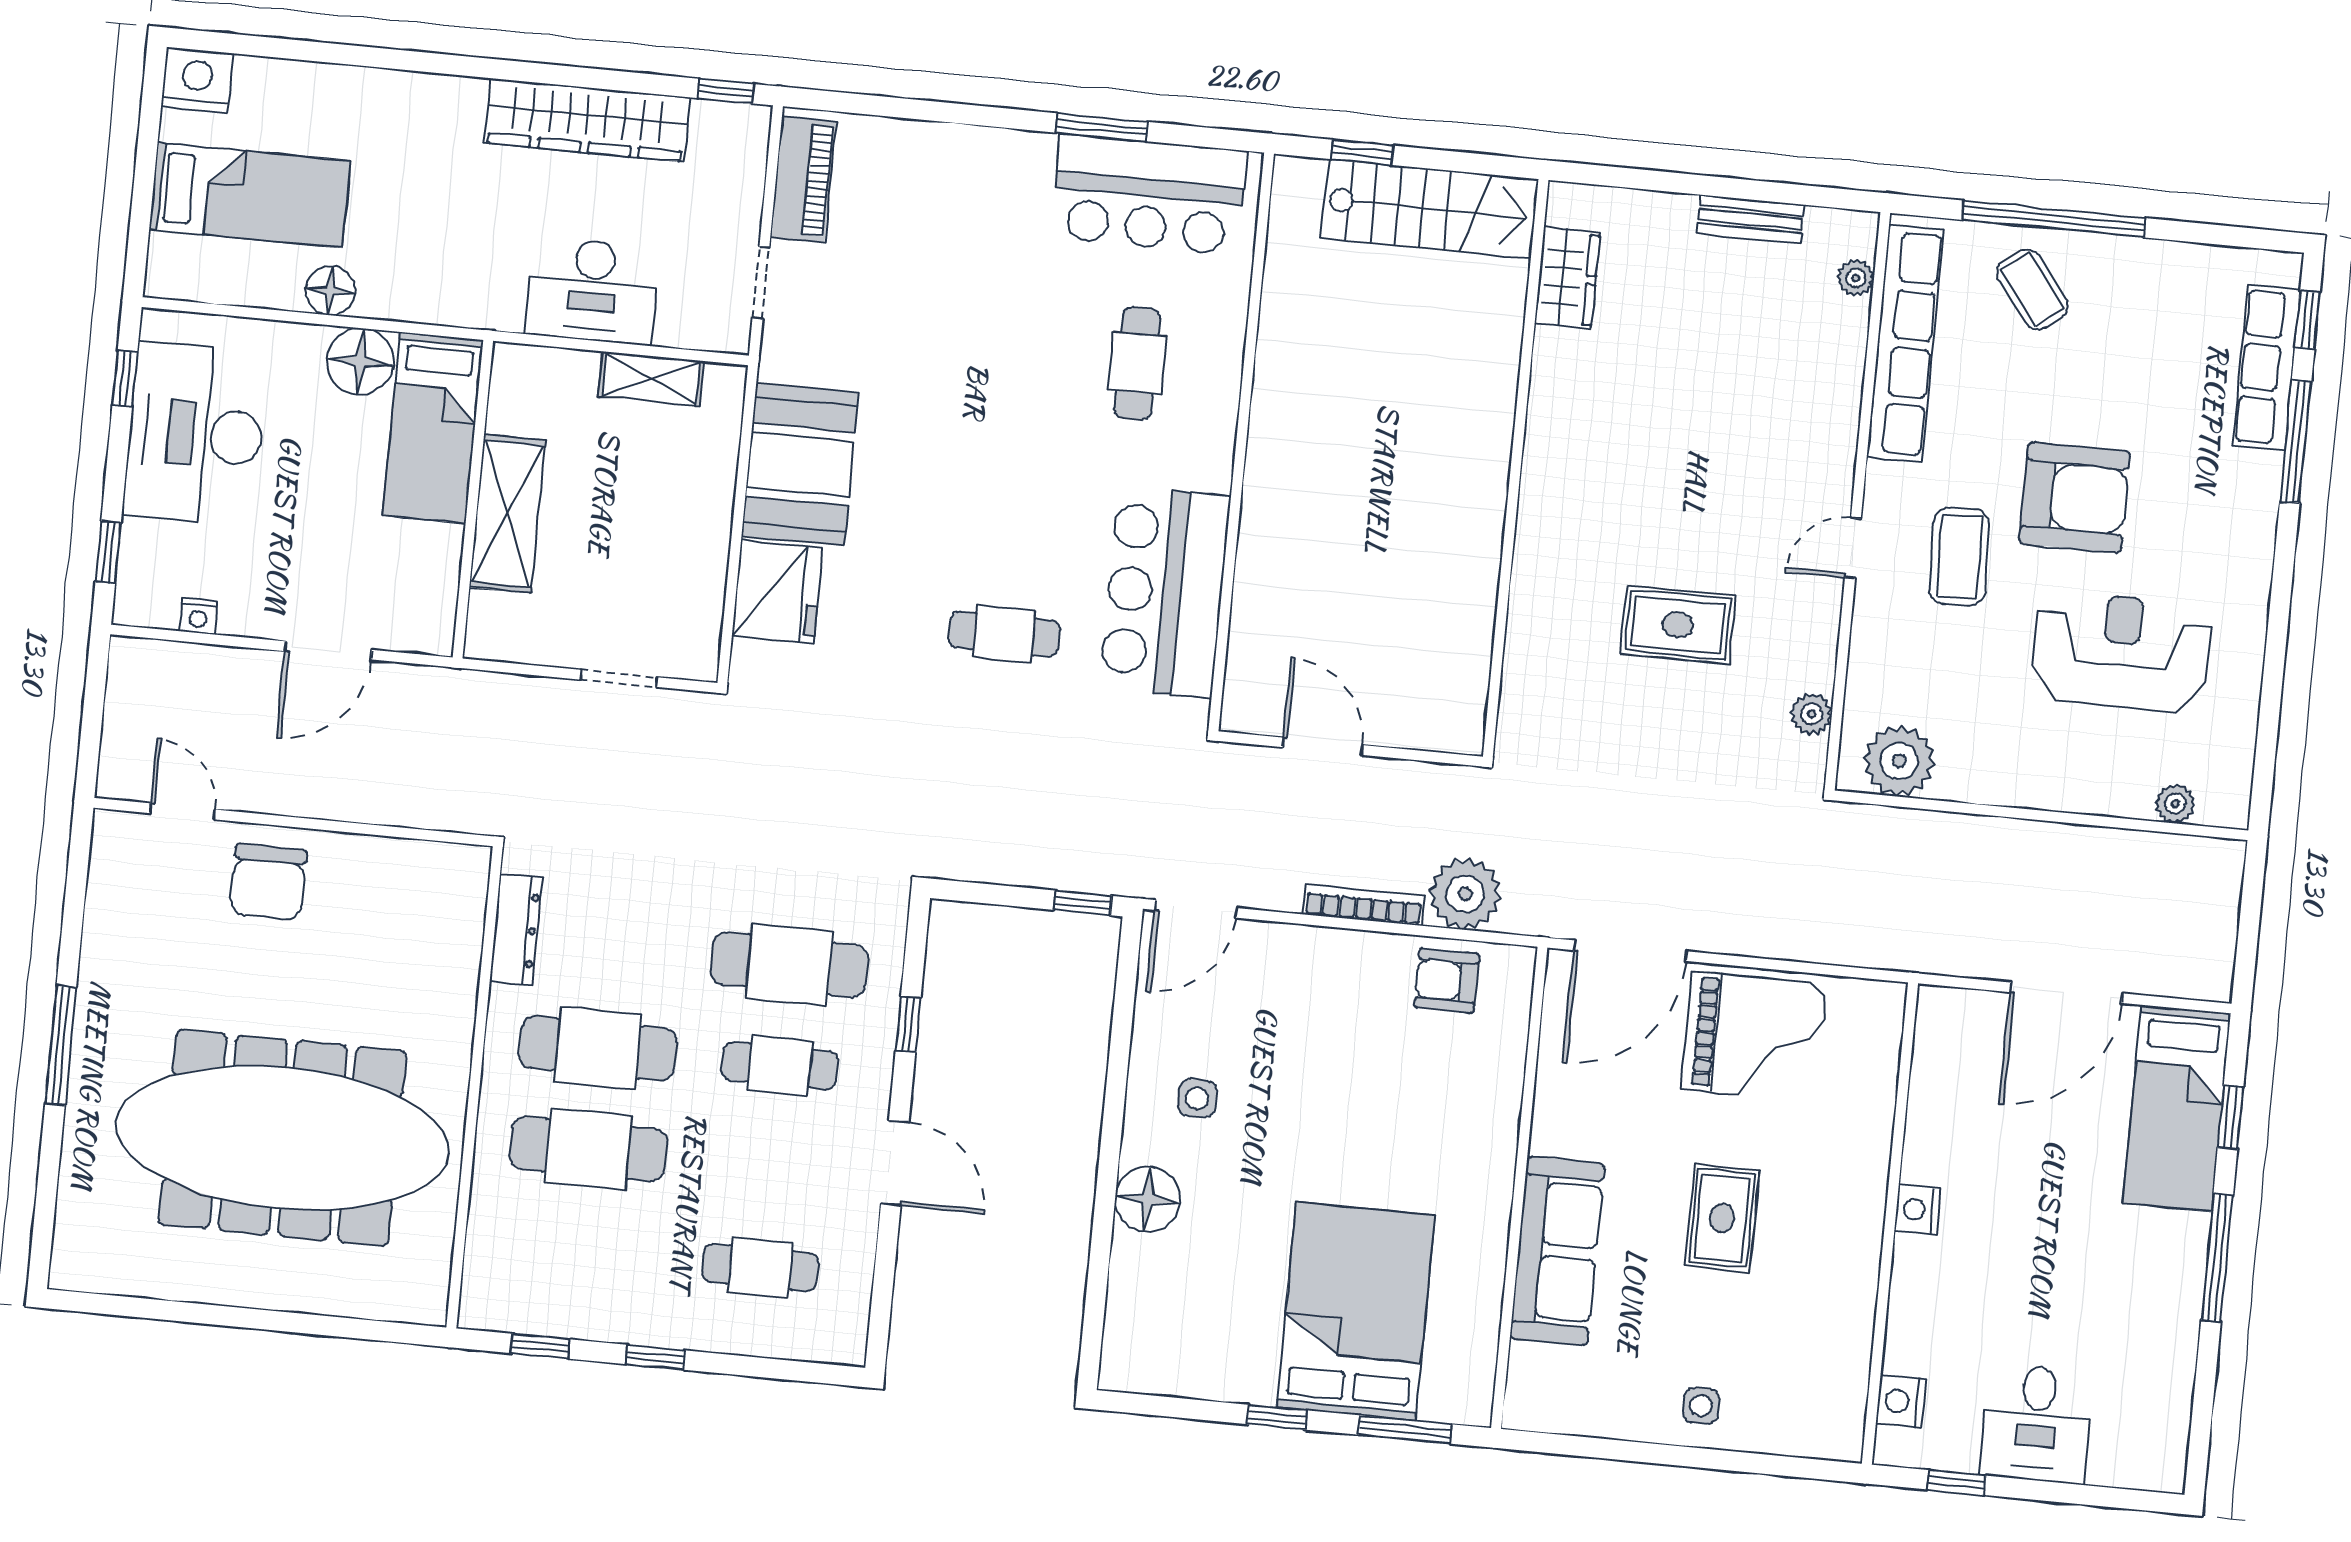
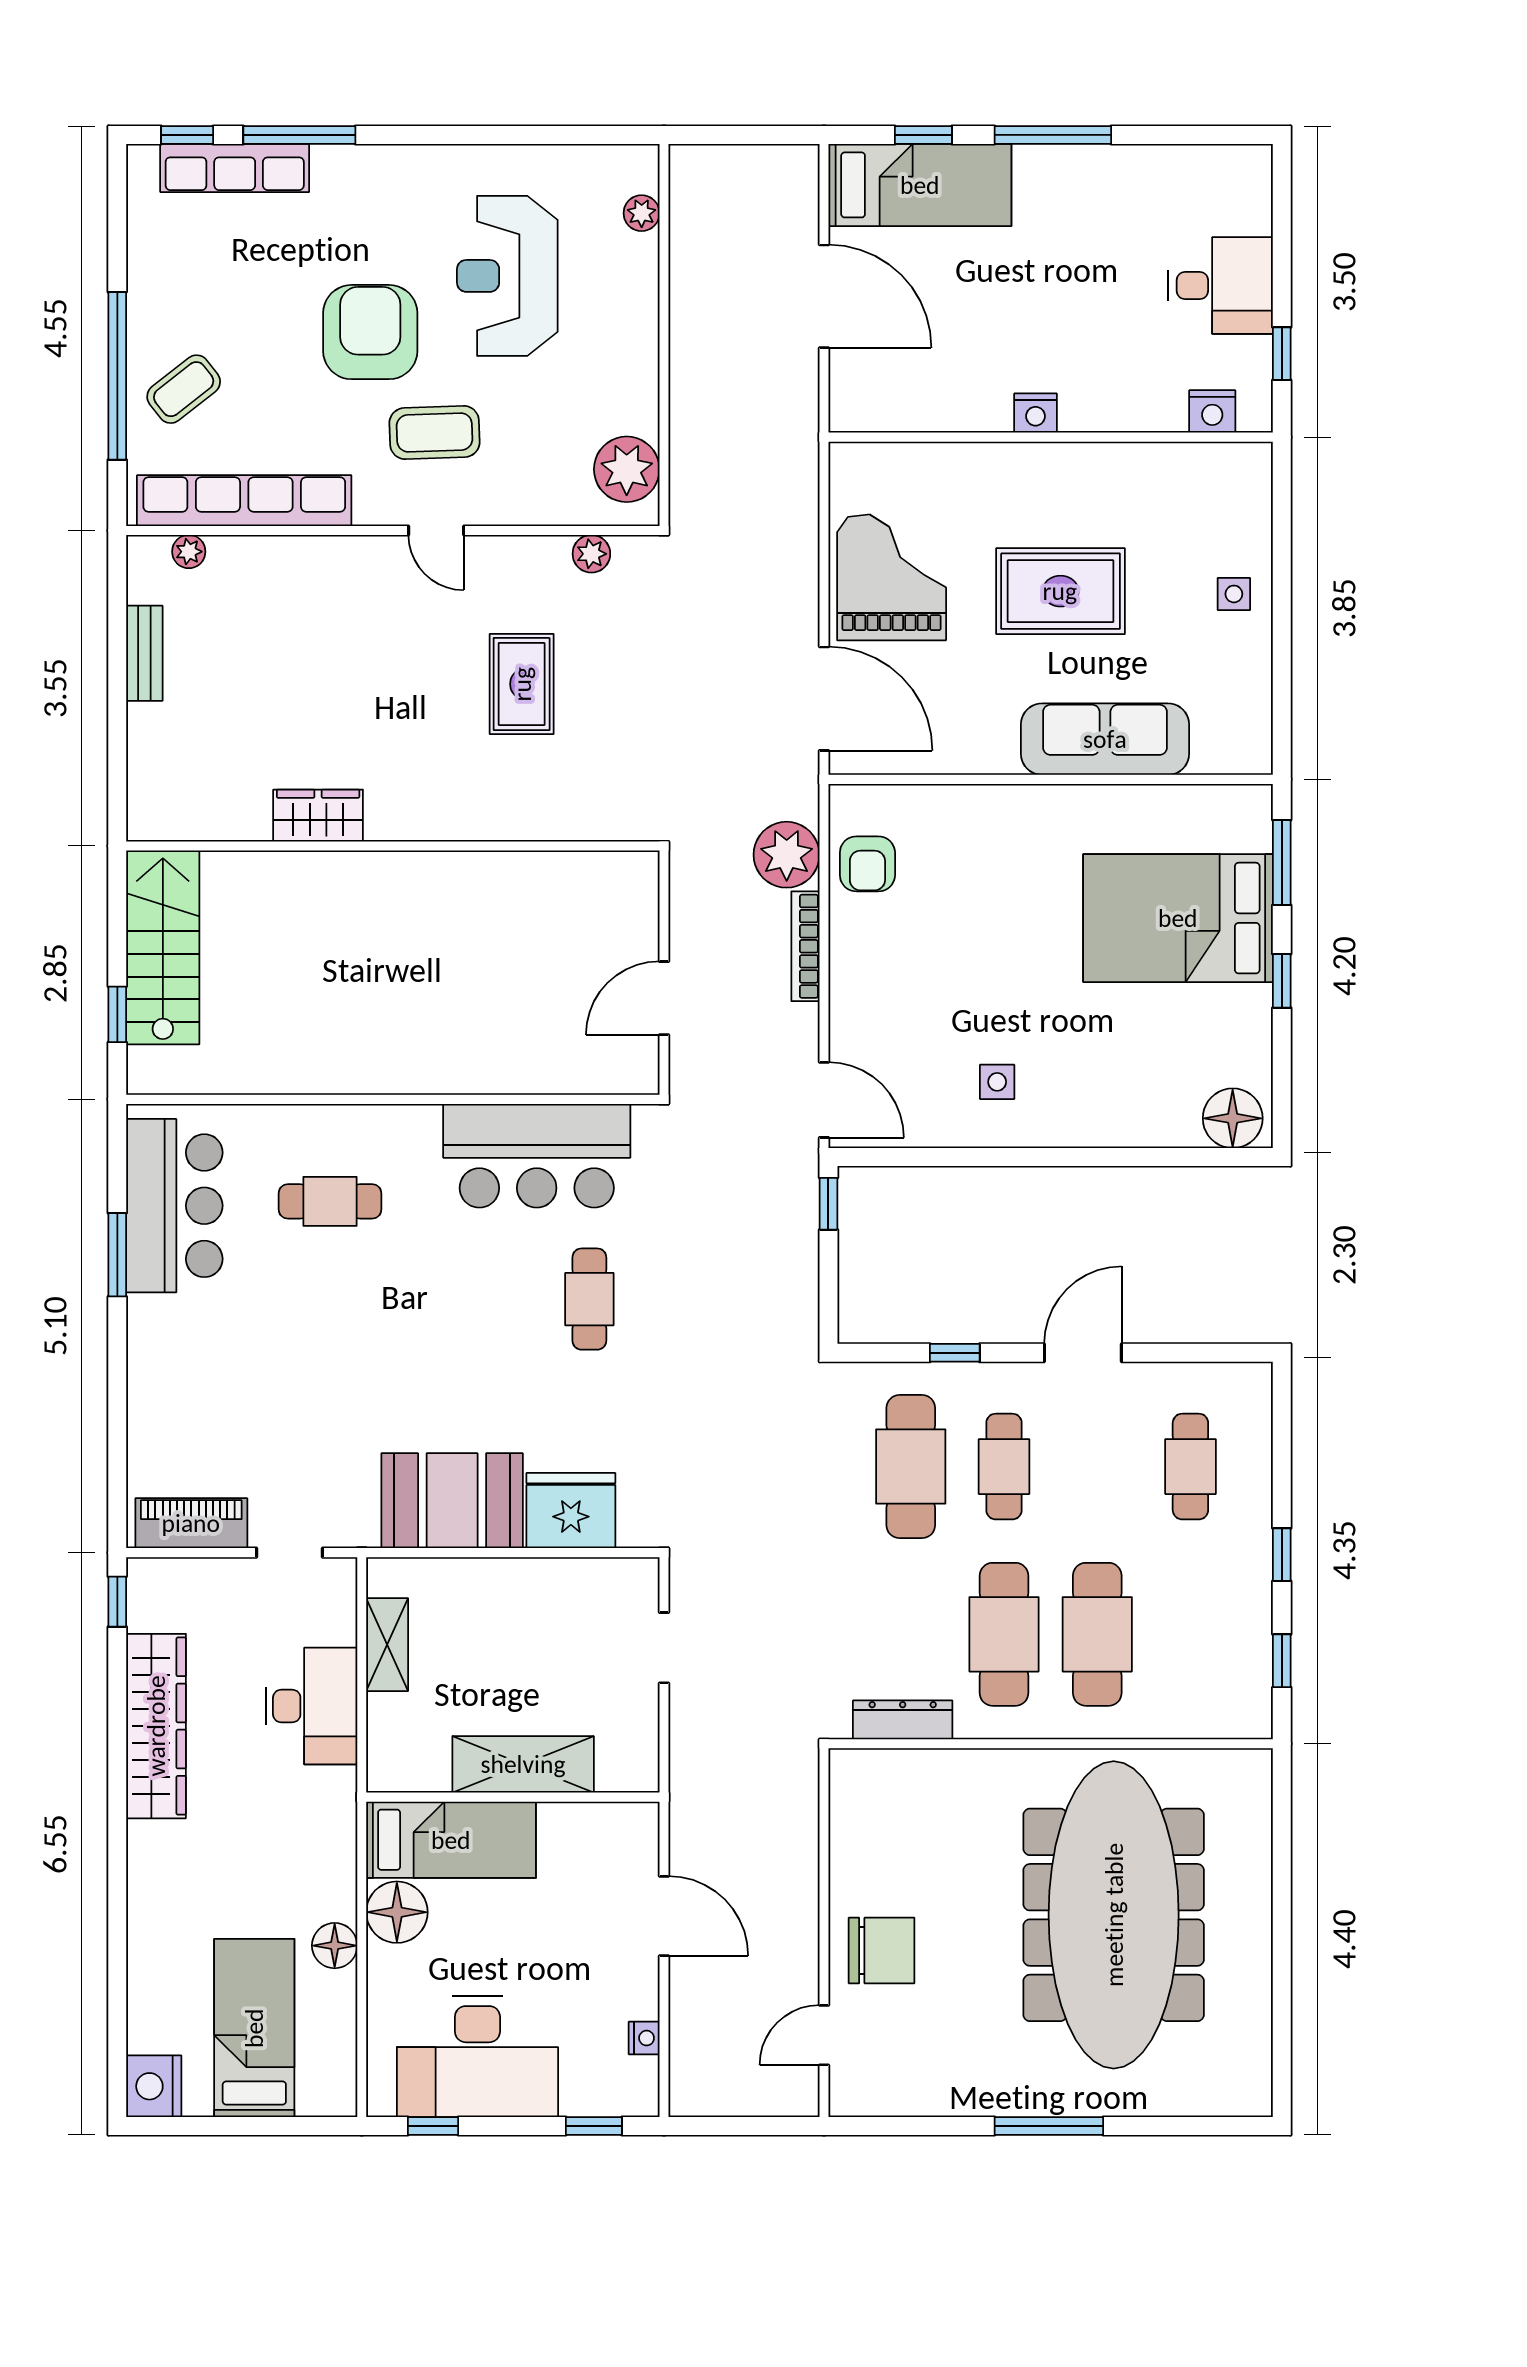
wardrobe: (1567, 278) -> (318, 816), moved
floor lamp: (1148, 1199) -> (1233, 1118), moved
rug: (1722, 1218) -> (1060, 591), width x1.36, depth x1.43

